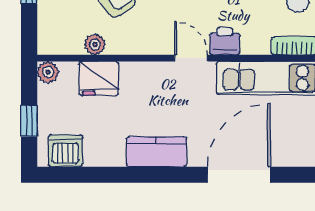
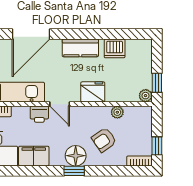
fridge: (99, 78) -> (93, 92), moved
window: (29, 121) -> (157, 83), moved
dishwasher: (65, 151) -> (115, 48), moved

